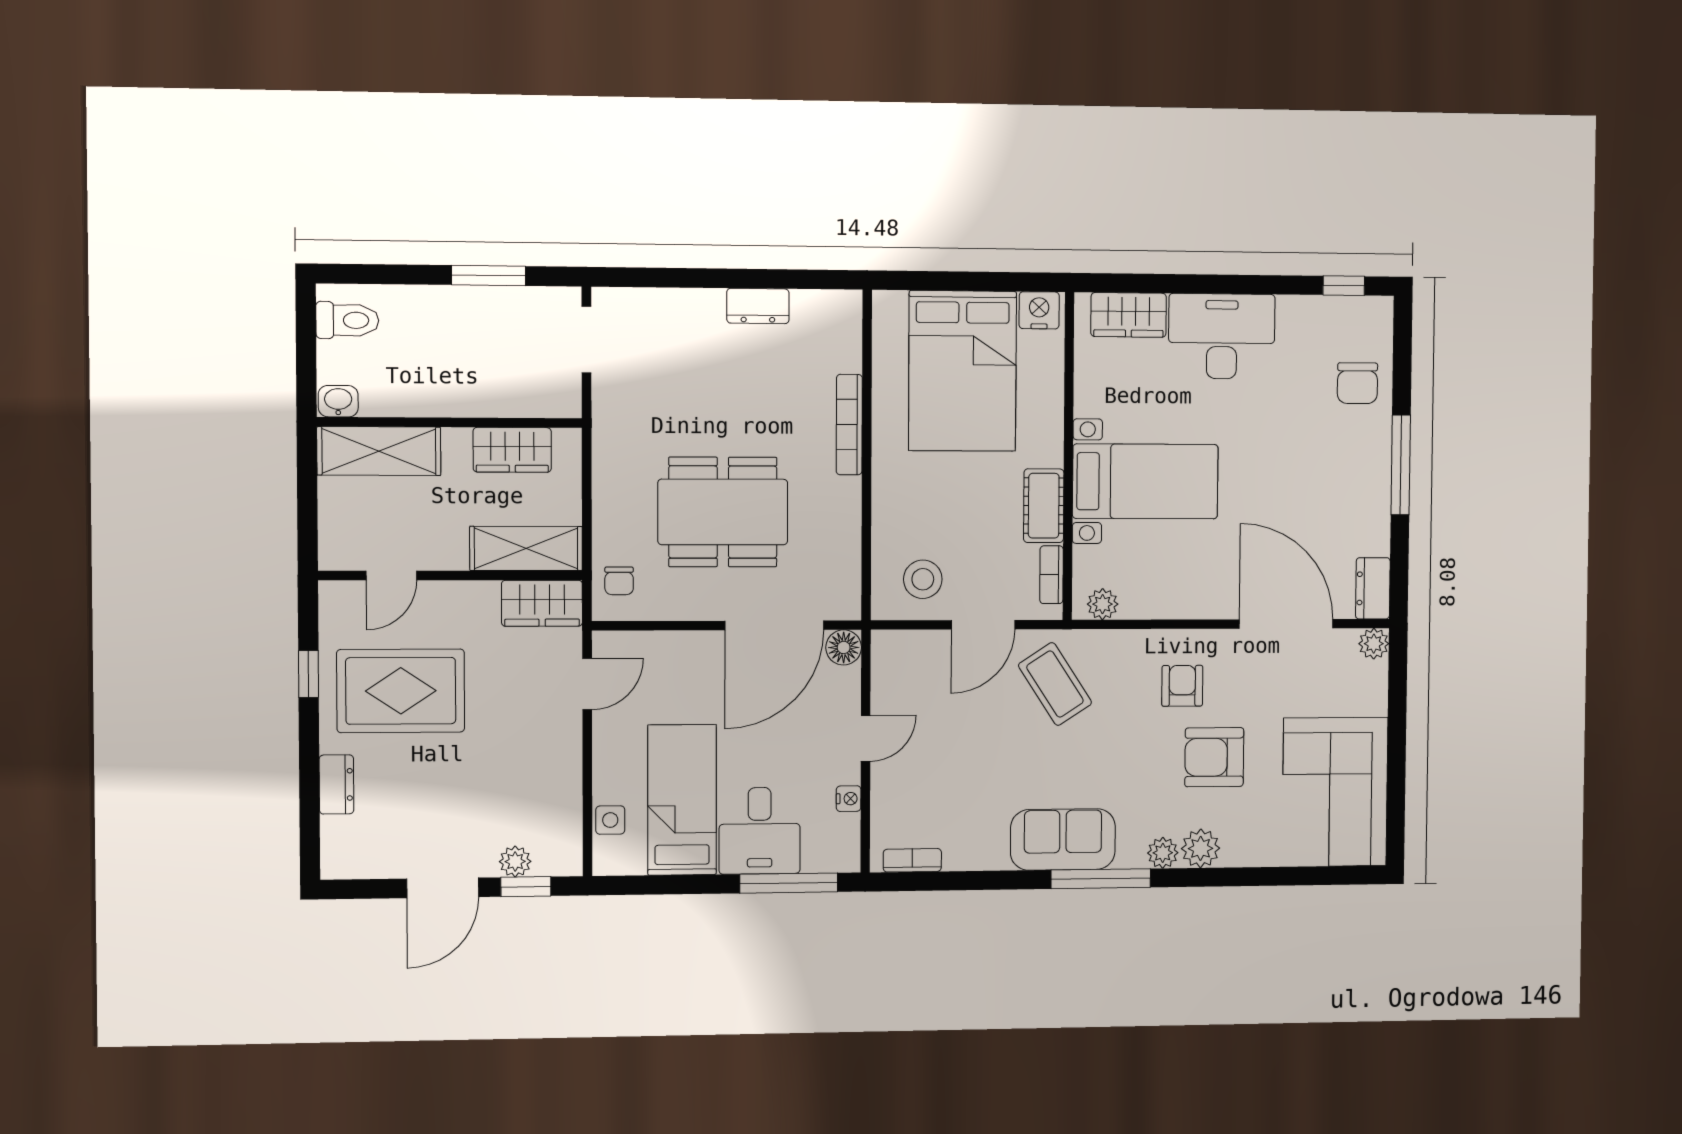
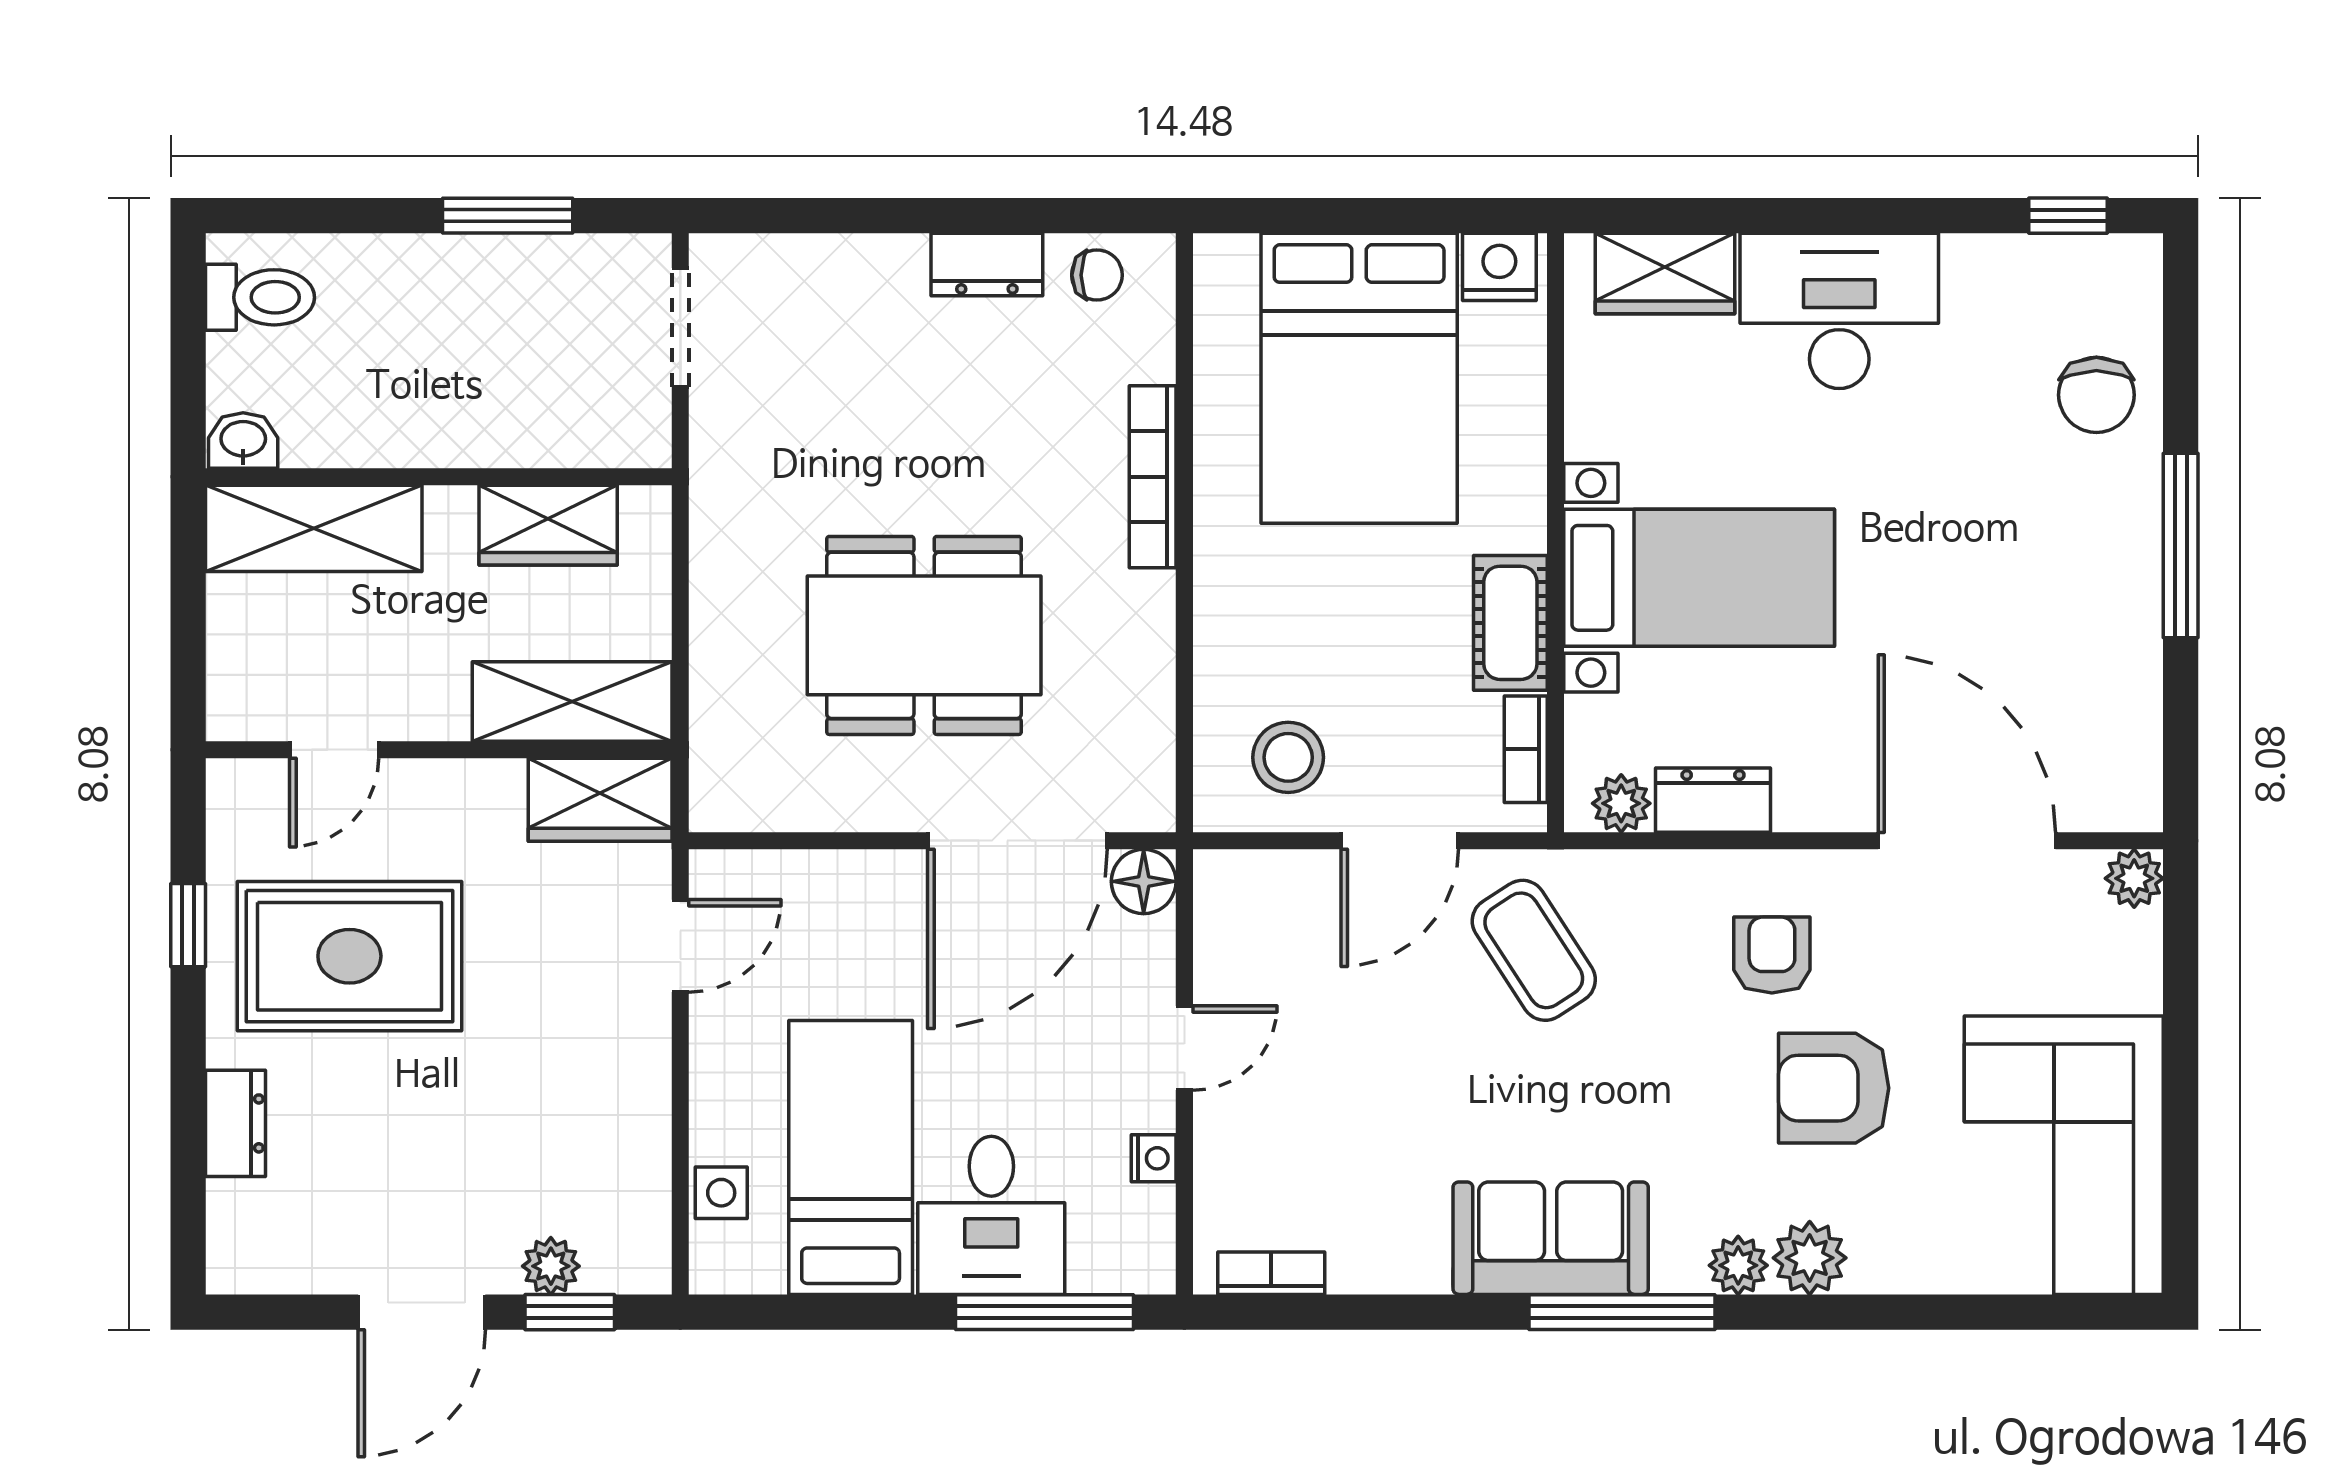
chair: (619, 581) -> (1097, 275), moved, turned -90
dresser: (1373, 588) -> (1713, 800), moved, turned 90

